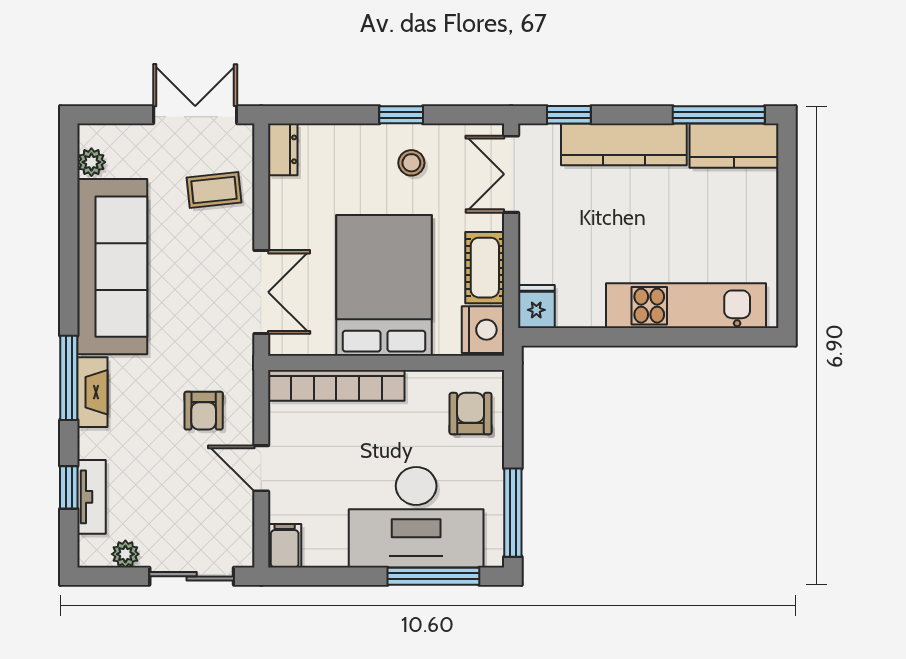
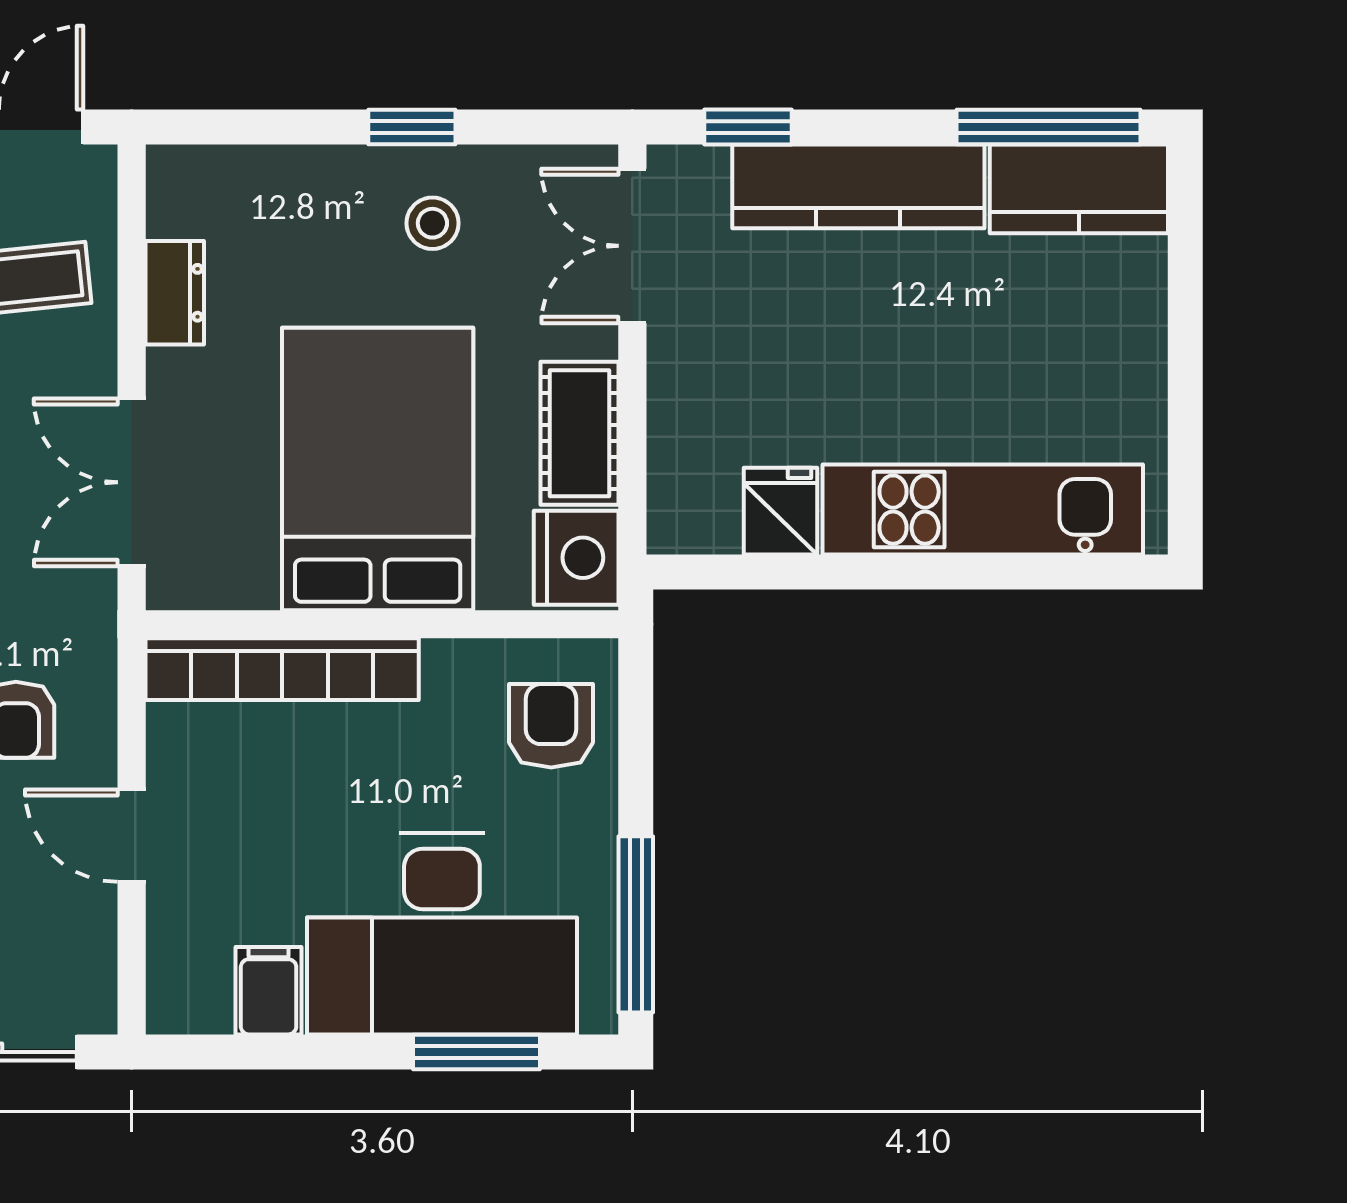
dresser: (283, 149) -> (175, 293), moved
double door: (261, 292) -> (132, 482), swing flipped
fridge: (536, 306) -> (780, 511), moved
filing cabinet: (285, 546) -> (269, 991), moved
window: (433, 576) -> (476, 1052), width x0.69

